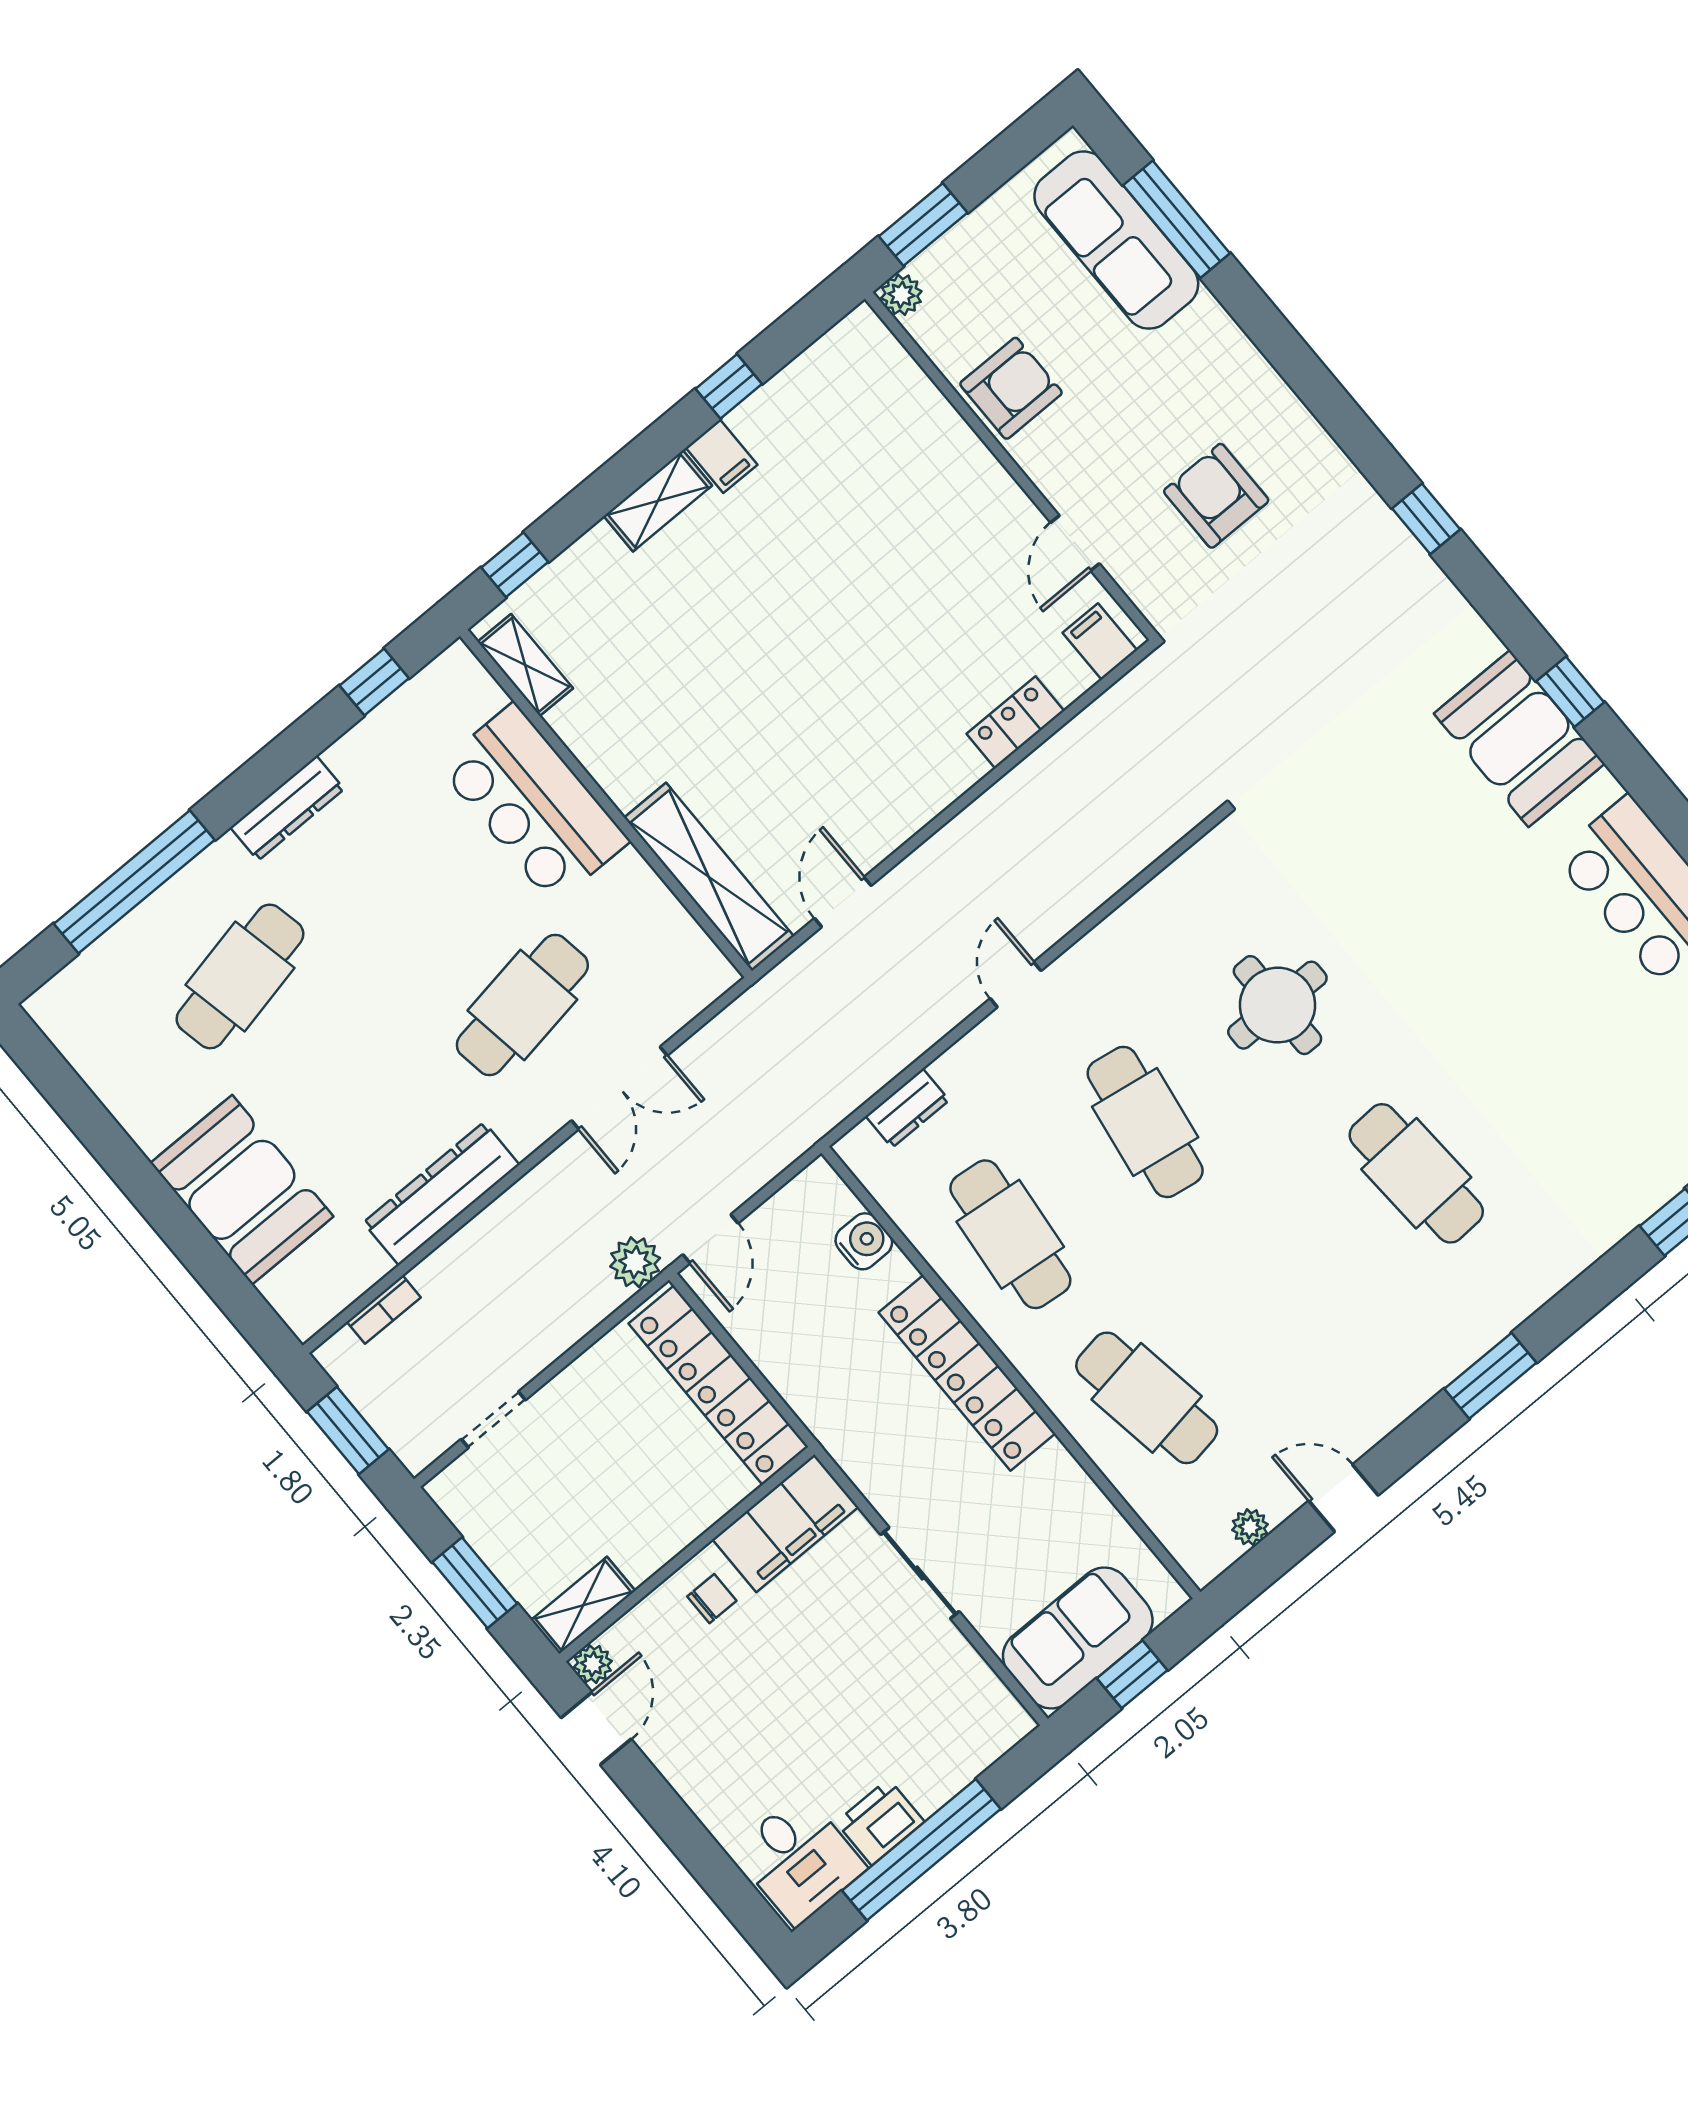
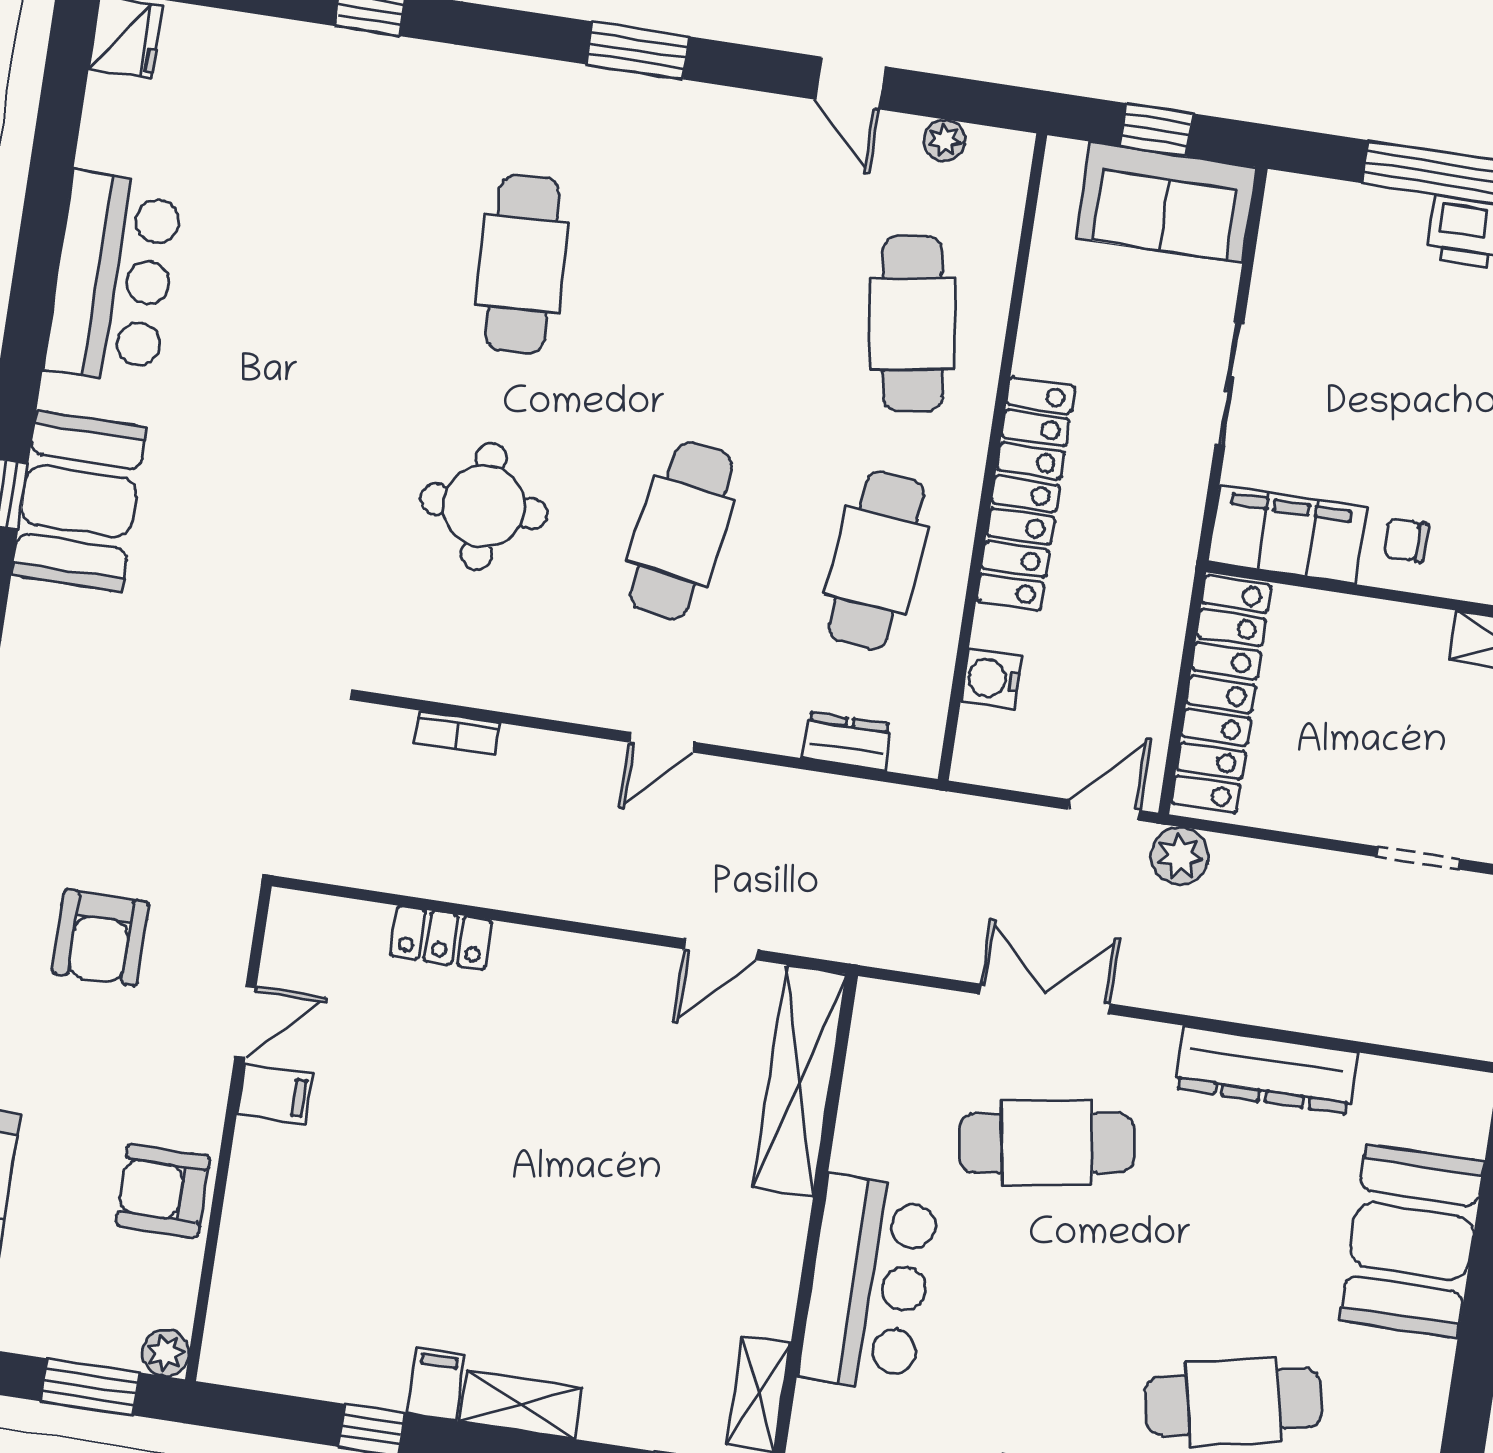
filing cabinet: (1100, 641) -> (275, 1094), moved, turned -90
bookcase: (384, 1310) -> (457, 733), moved, turned 180

